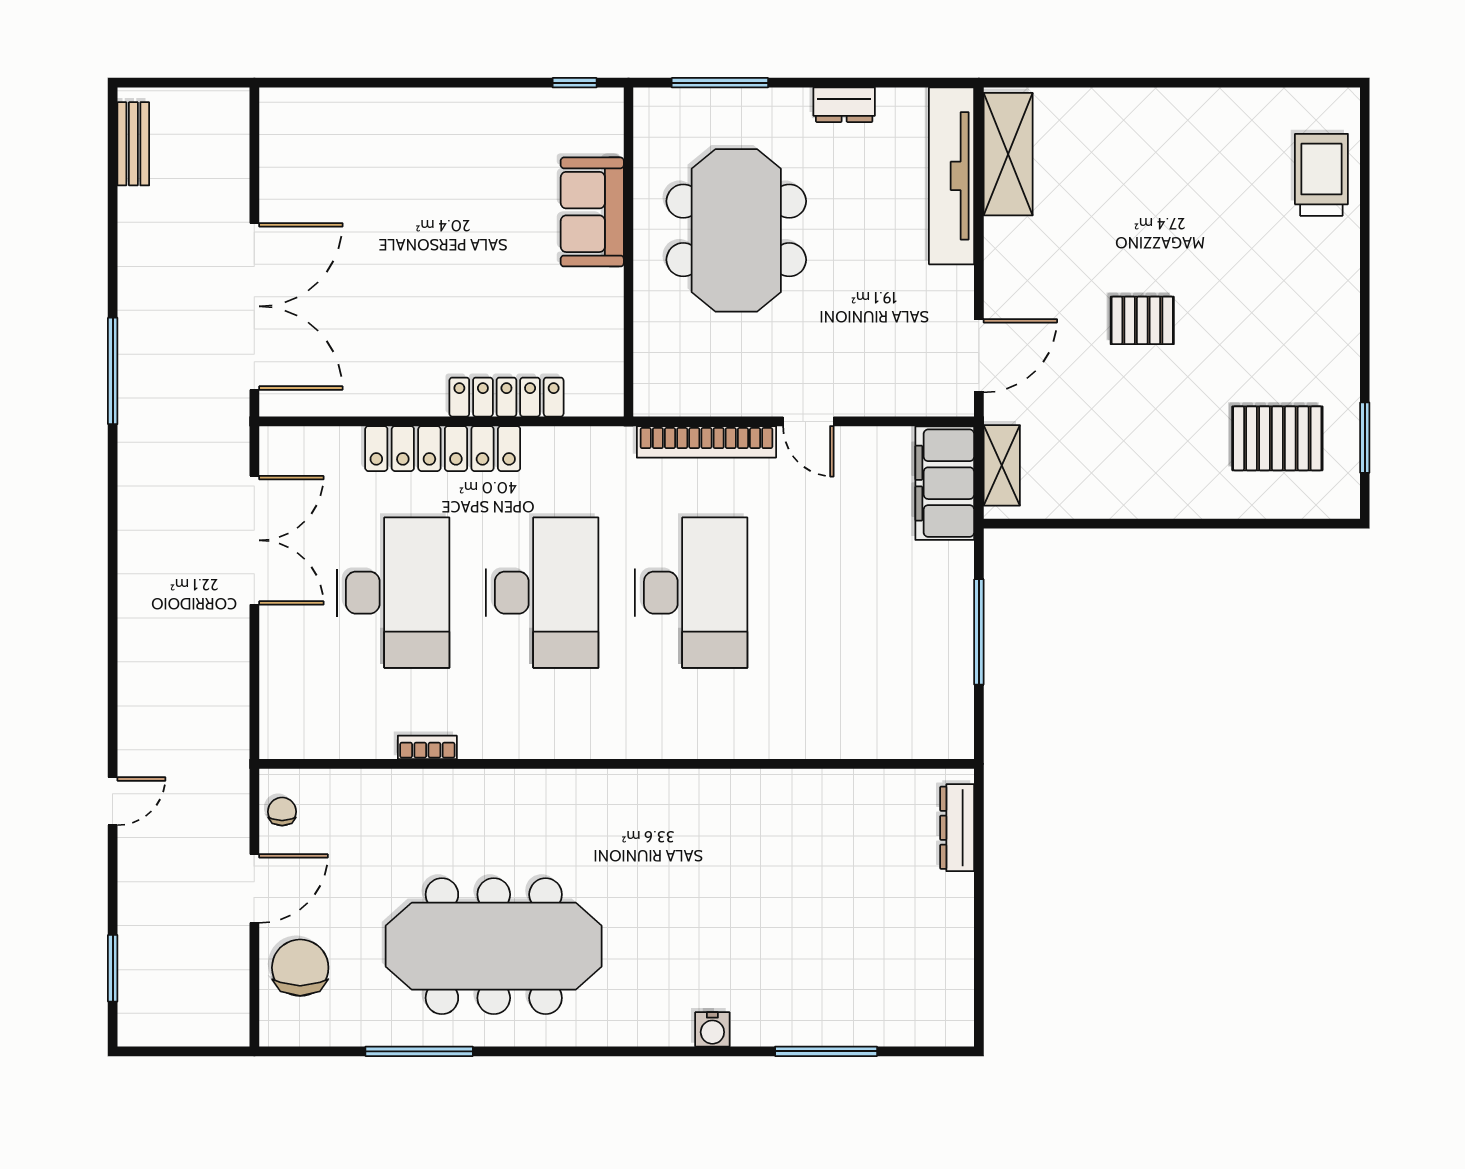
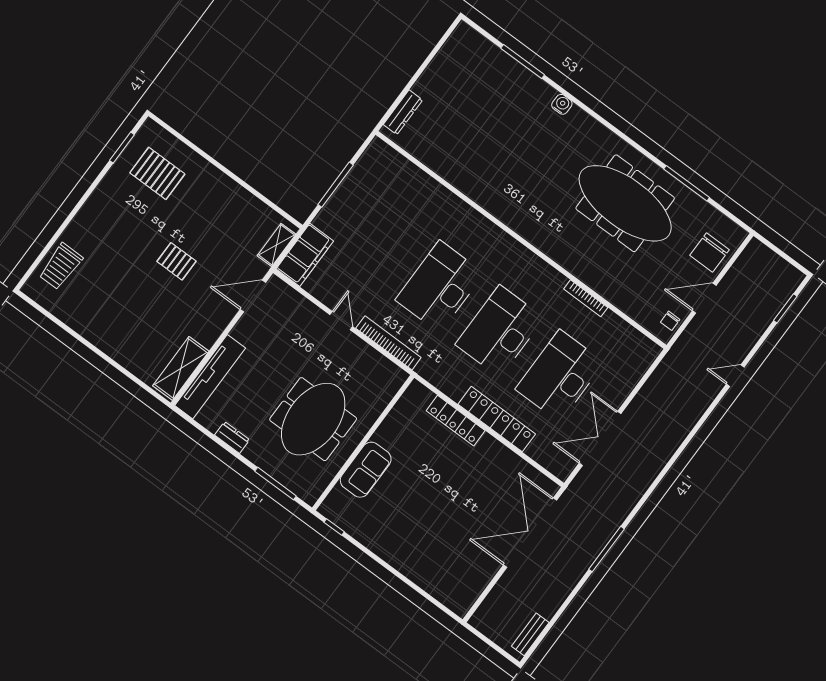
bookcase: (427, 747) -> (586, 298), width x1.56

